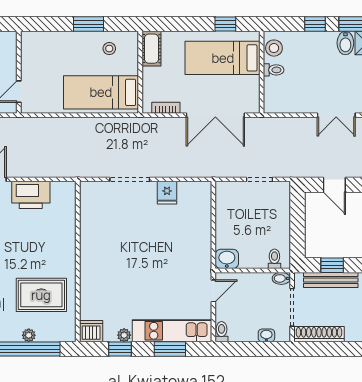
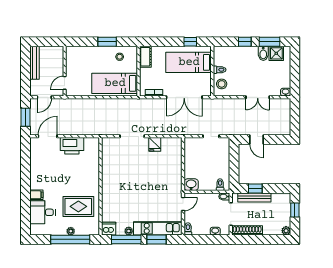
stool: (274, 48) -> (222, 84), moved
window: (120, 349) -> (126, 239), width x2.17

